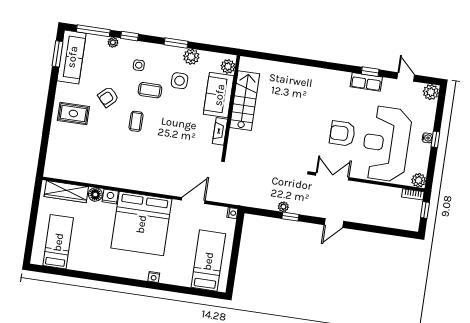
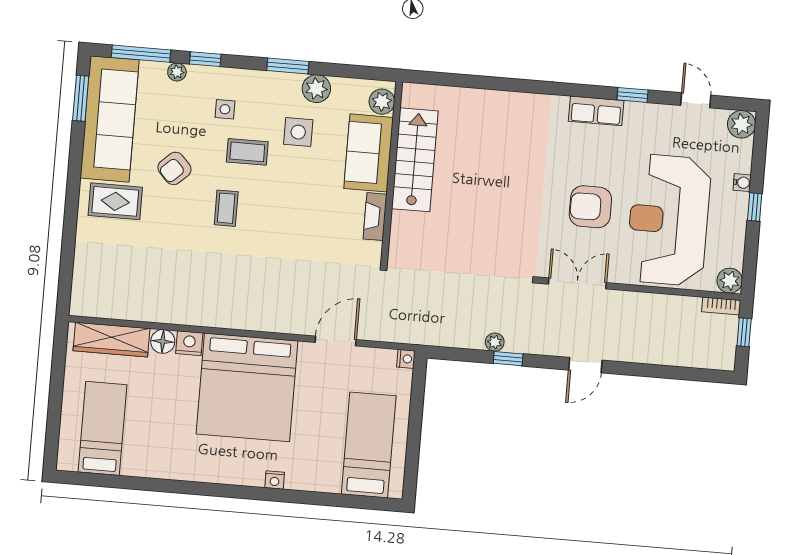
sofa: (72, 57) -> (110, 119), width x1.36, depth x1.27
row of seats: (366, 82) -> (596, 111), moved
water cooler: (427, 138) -> (742, 183), moved

